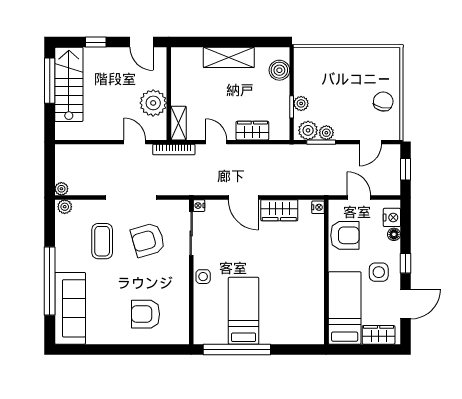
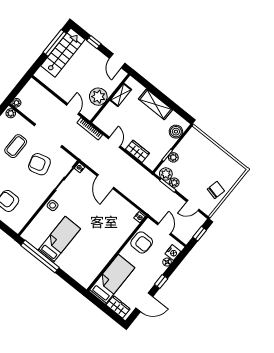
shelving: (178, 123) -> (121, 95), moved
wardrobe: (279, 210) -> (119, 203), removed
side table: (379, 272) -> (144, 275), removed

